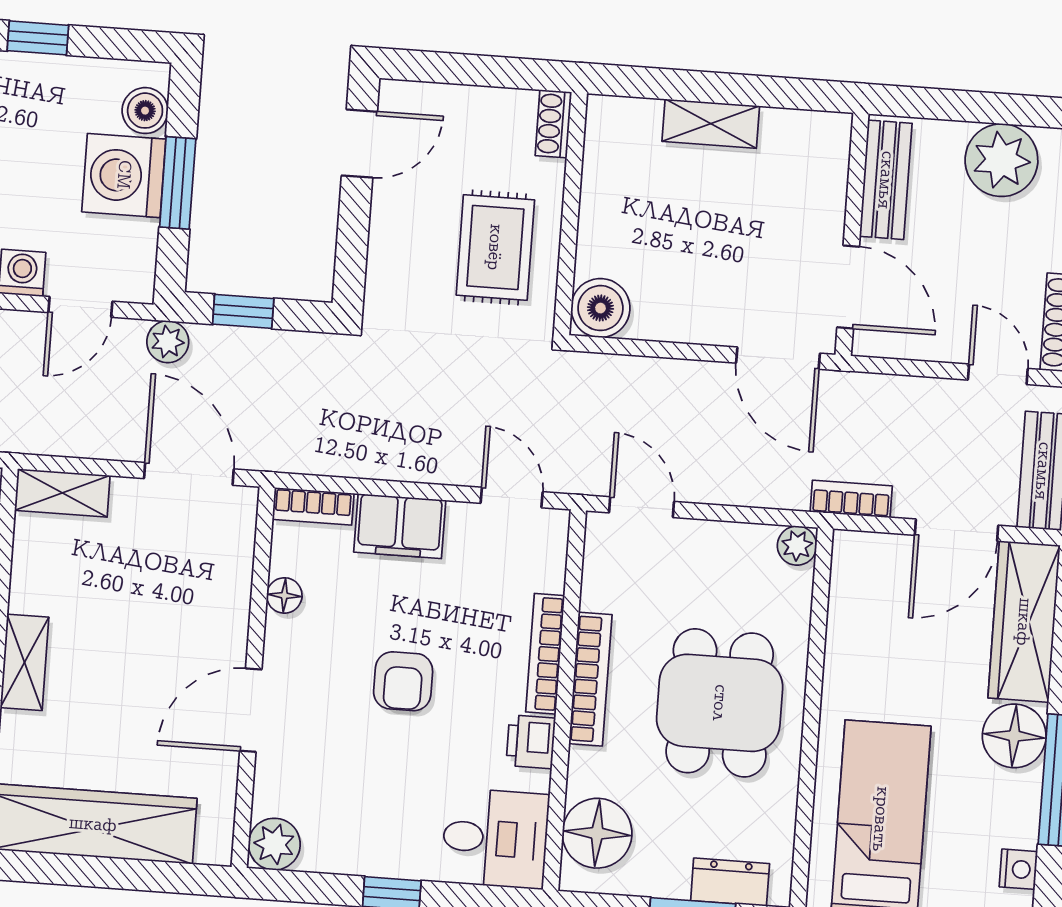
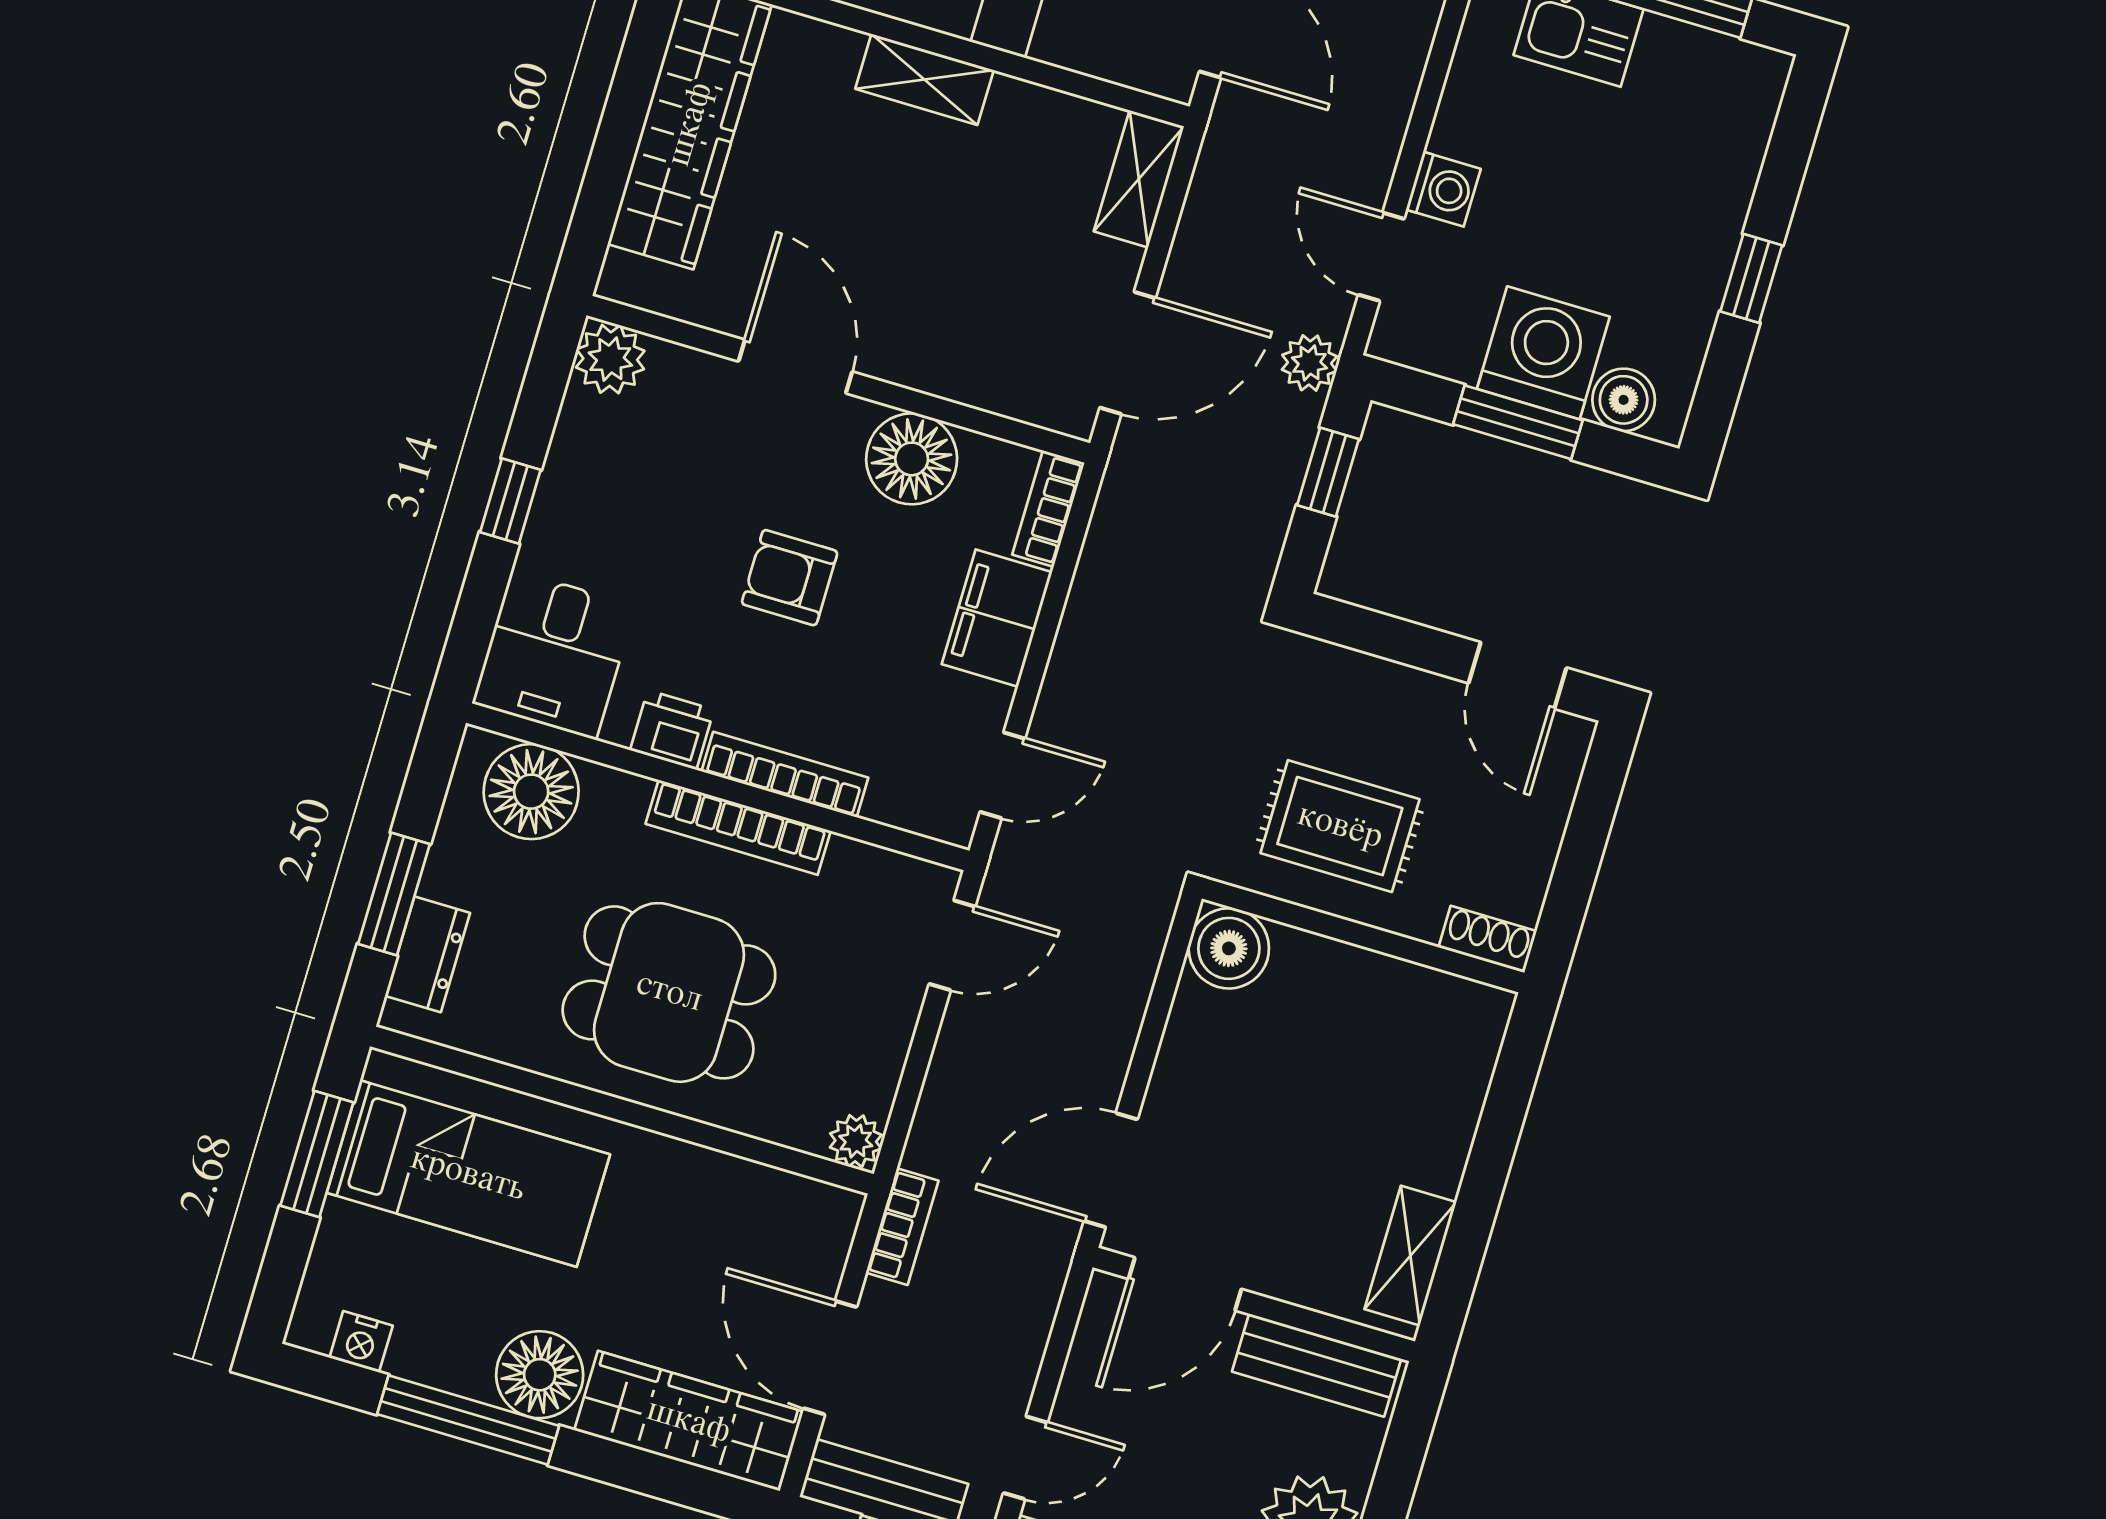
shelving: (711, 124) -> (1410, 1256), moved
floor lamp: (284, 595) -> (912, 459), width x1.89, depth x1.89

